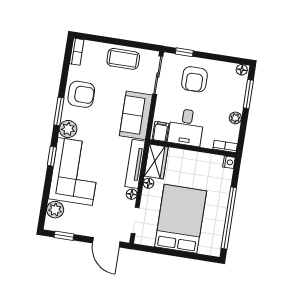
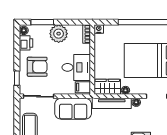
printer: (226, 70) -> (26, 43), added
plant: (235, 118) -> (59, 34), width x1.87, depth x1.87

